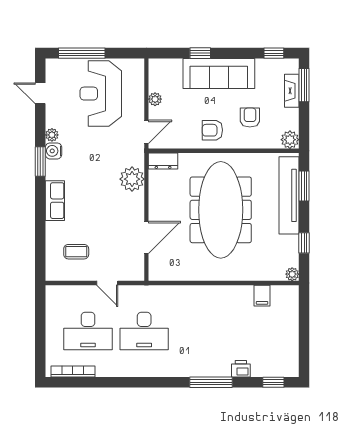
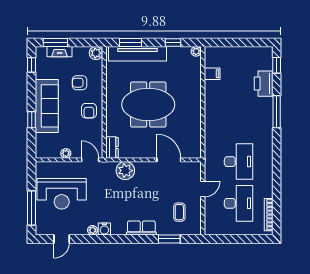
window: (40, 162) -> (169, 239), moved
meeting table: (221, 210) -> (148, 105), width x0.73
printer: (241, 369) -> (264, 84), width x1.87, depth x1.48

